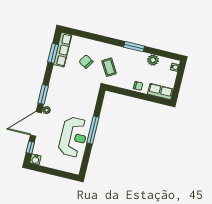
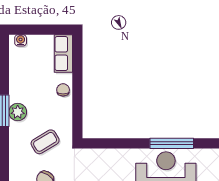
plant: (153, 60) -> (18, 112), moved
window: (93, 130) -> (172, 143), moved

